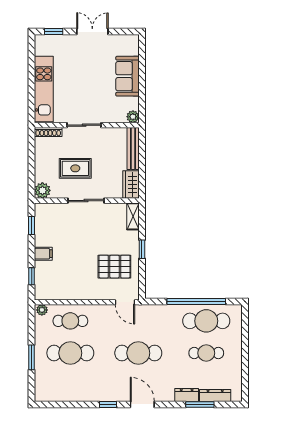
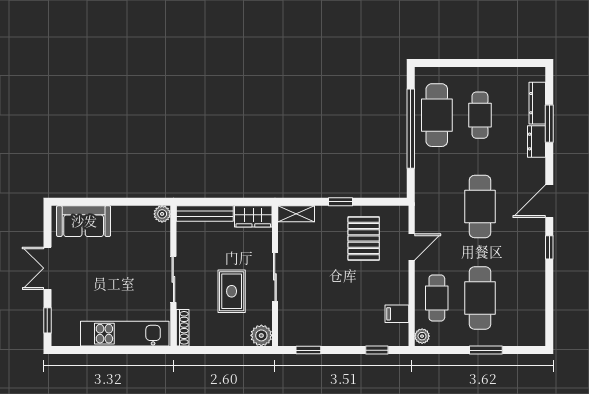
sofa: (127, 76) -> (84, 221), moved
filing cabinet: (43, 254) -> (397, 314), moved, turned -90
door: (125, 302) -> (412, 247), moved

